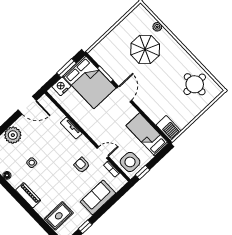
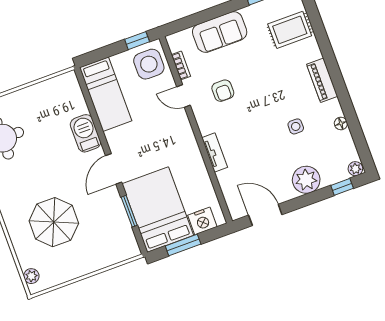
plant: (157, 27) -> (31, 276), moved
barbecue: (169, 128) -> (85, 133), moved

